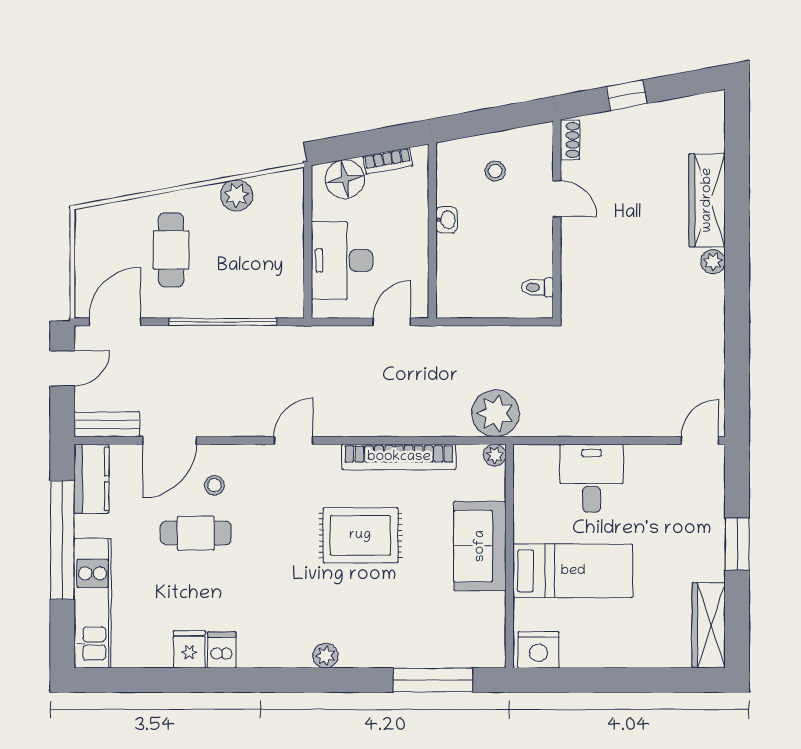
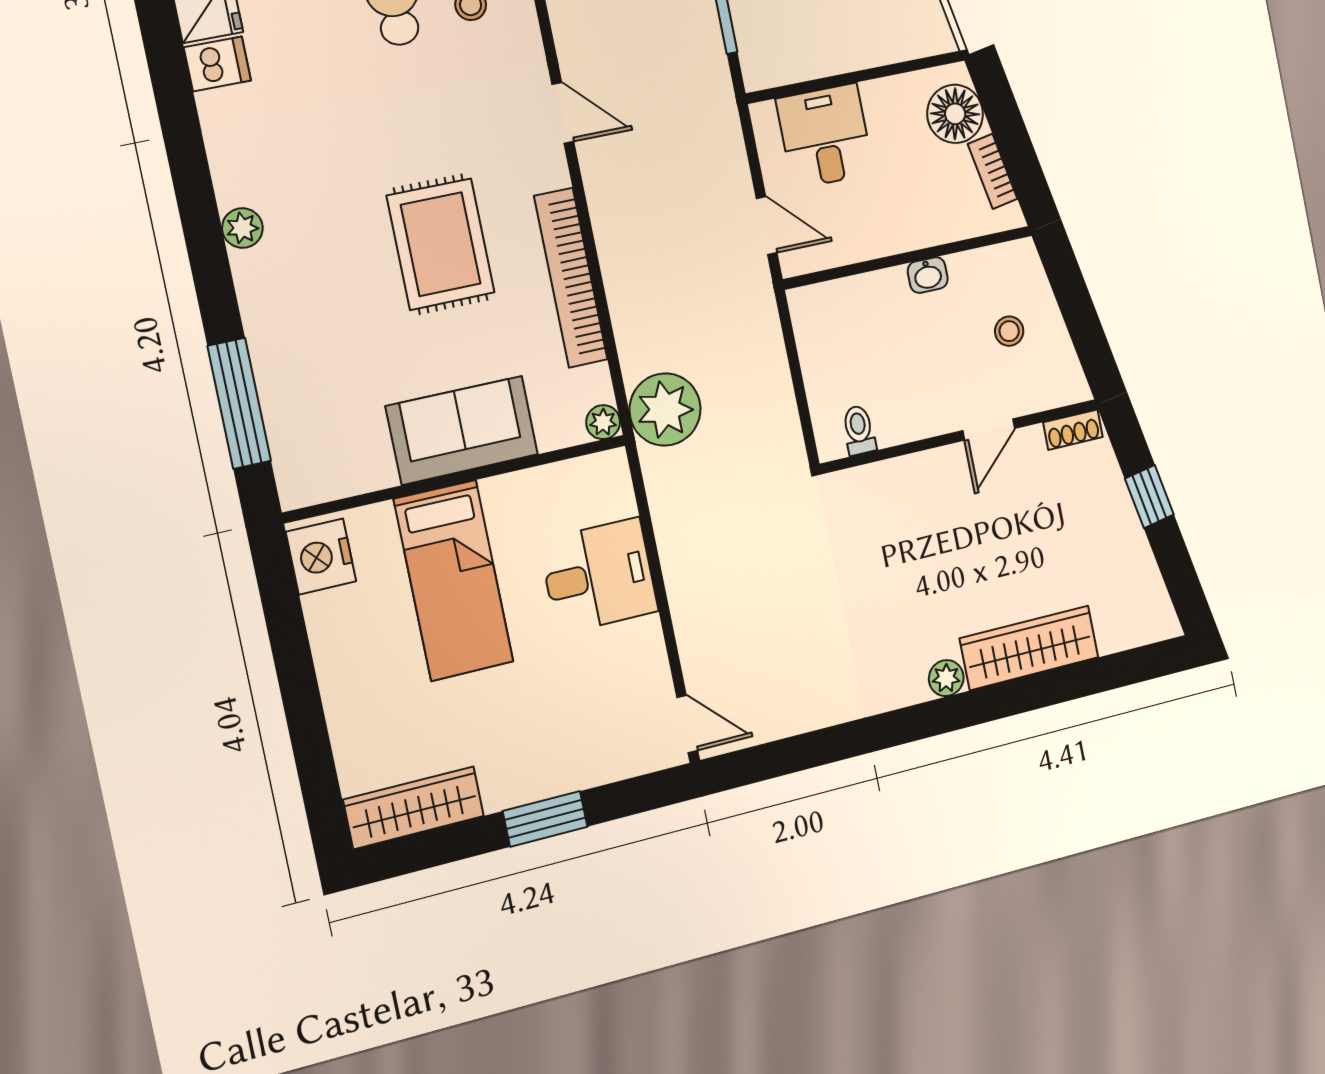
desk: (342, 260) -> (825, 136), width x0.73

